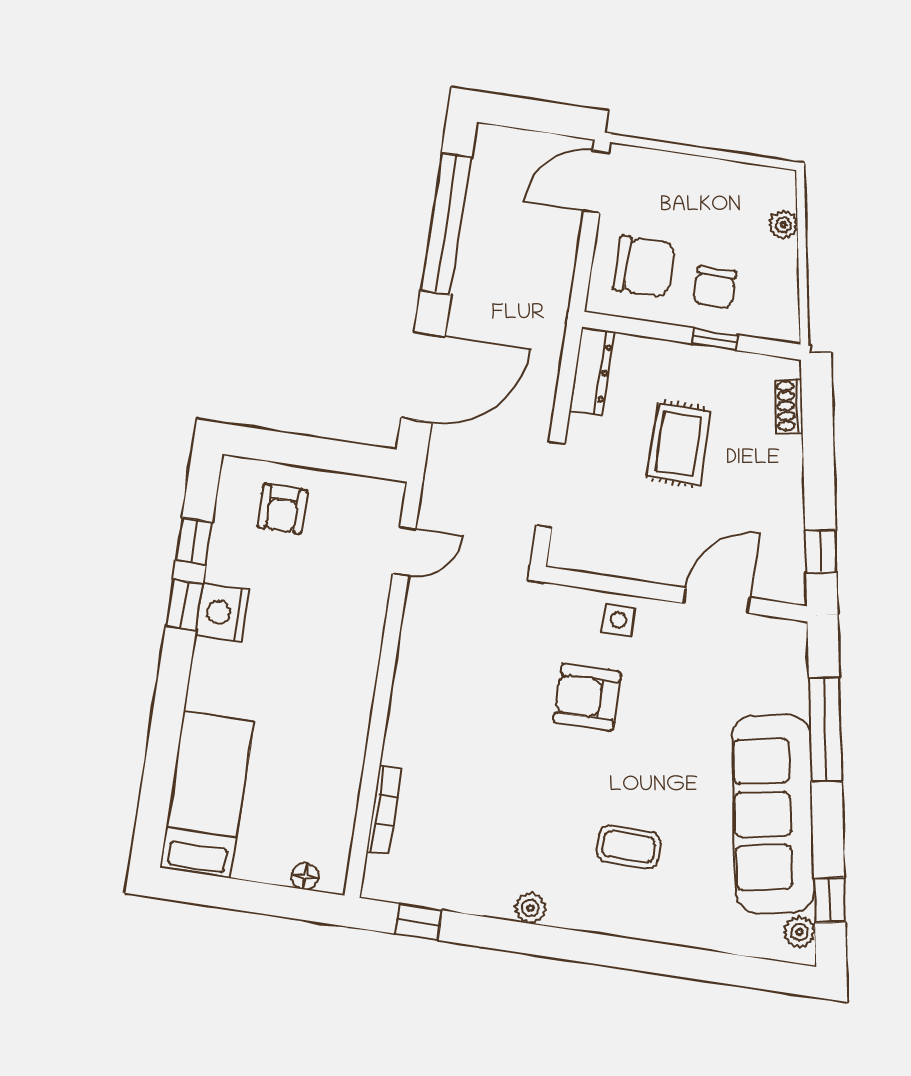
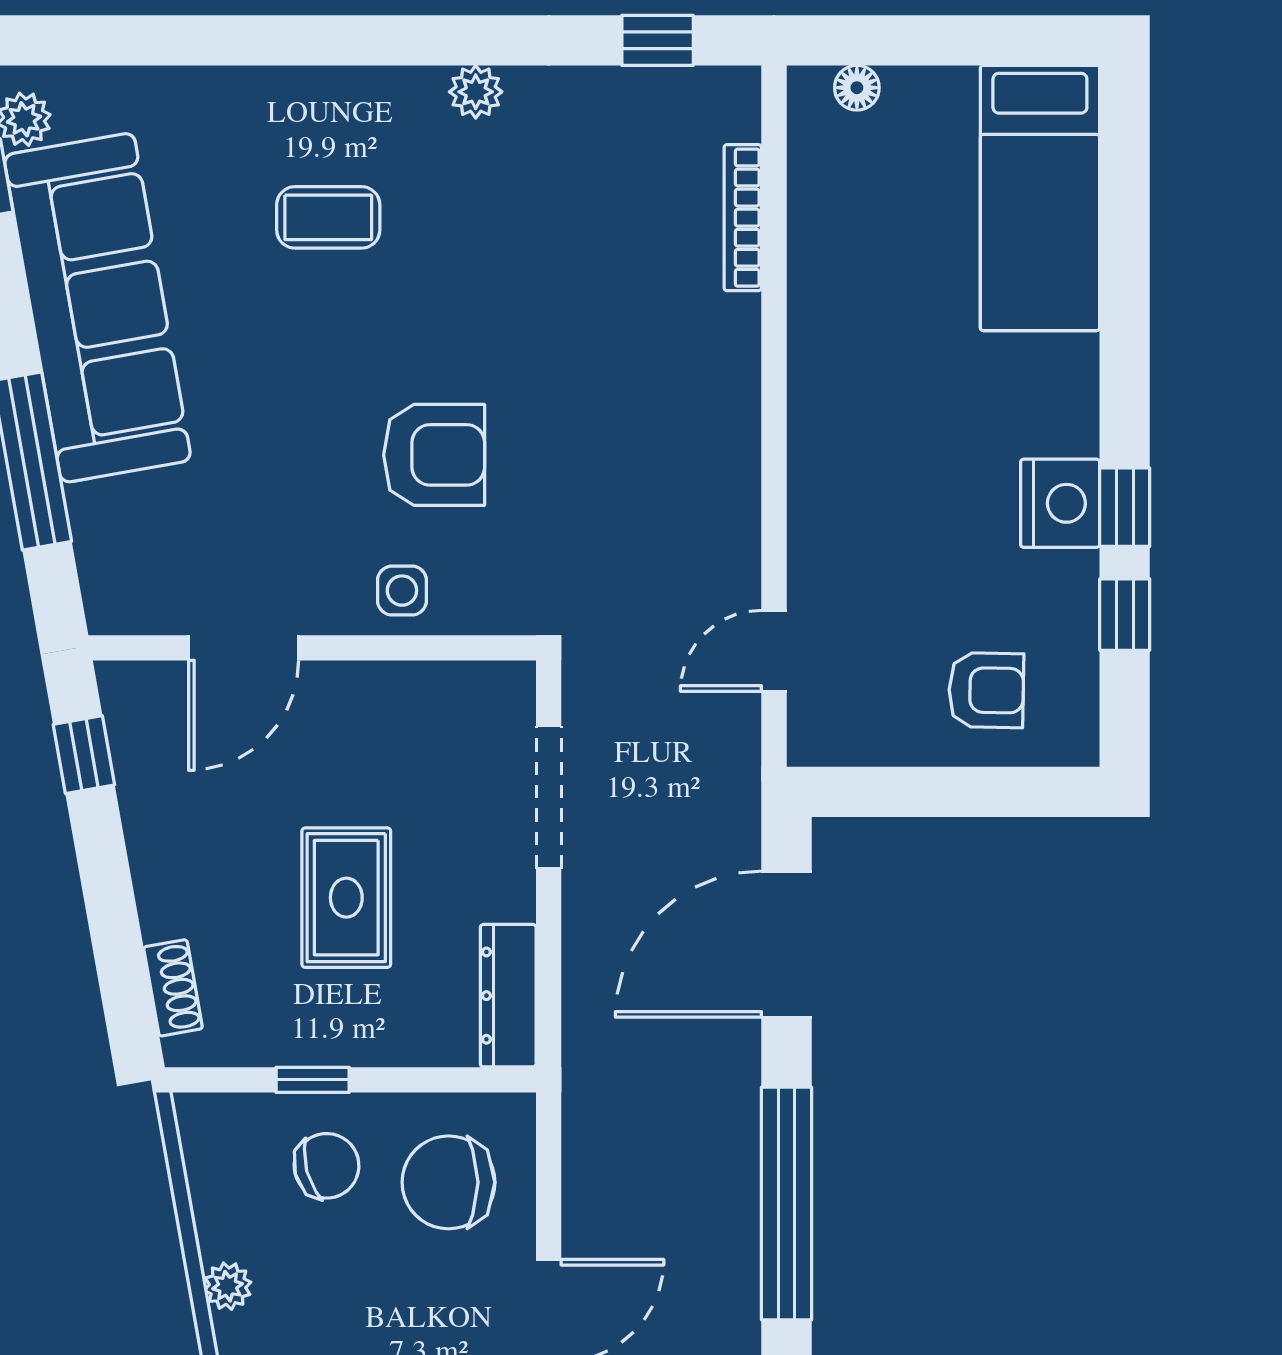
chair: (714, 287) -> (327, 1166), turned 75
armchair: (282, 509) -> (986, 690), turned 91

